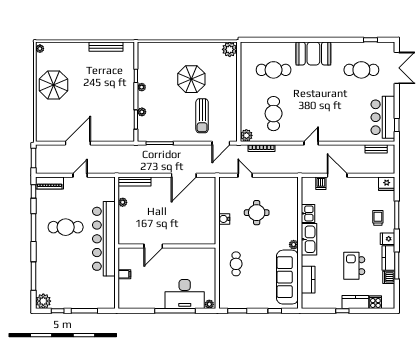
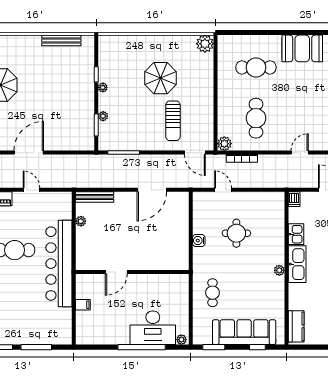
door: (221, 143) -> (195, 153), hinge flipped
door: (80, 175) -> (31, 190), hinge flipped
dishwasher: (321, 183) -> (294, 199), moved
sofa: (287, 277) -> (244, 332), moved, turned 90
kitchen counter: (308, 280) -> (296, 326), moved

